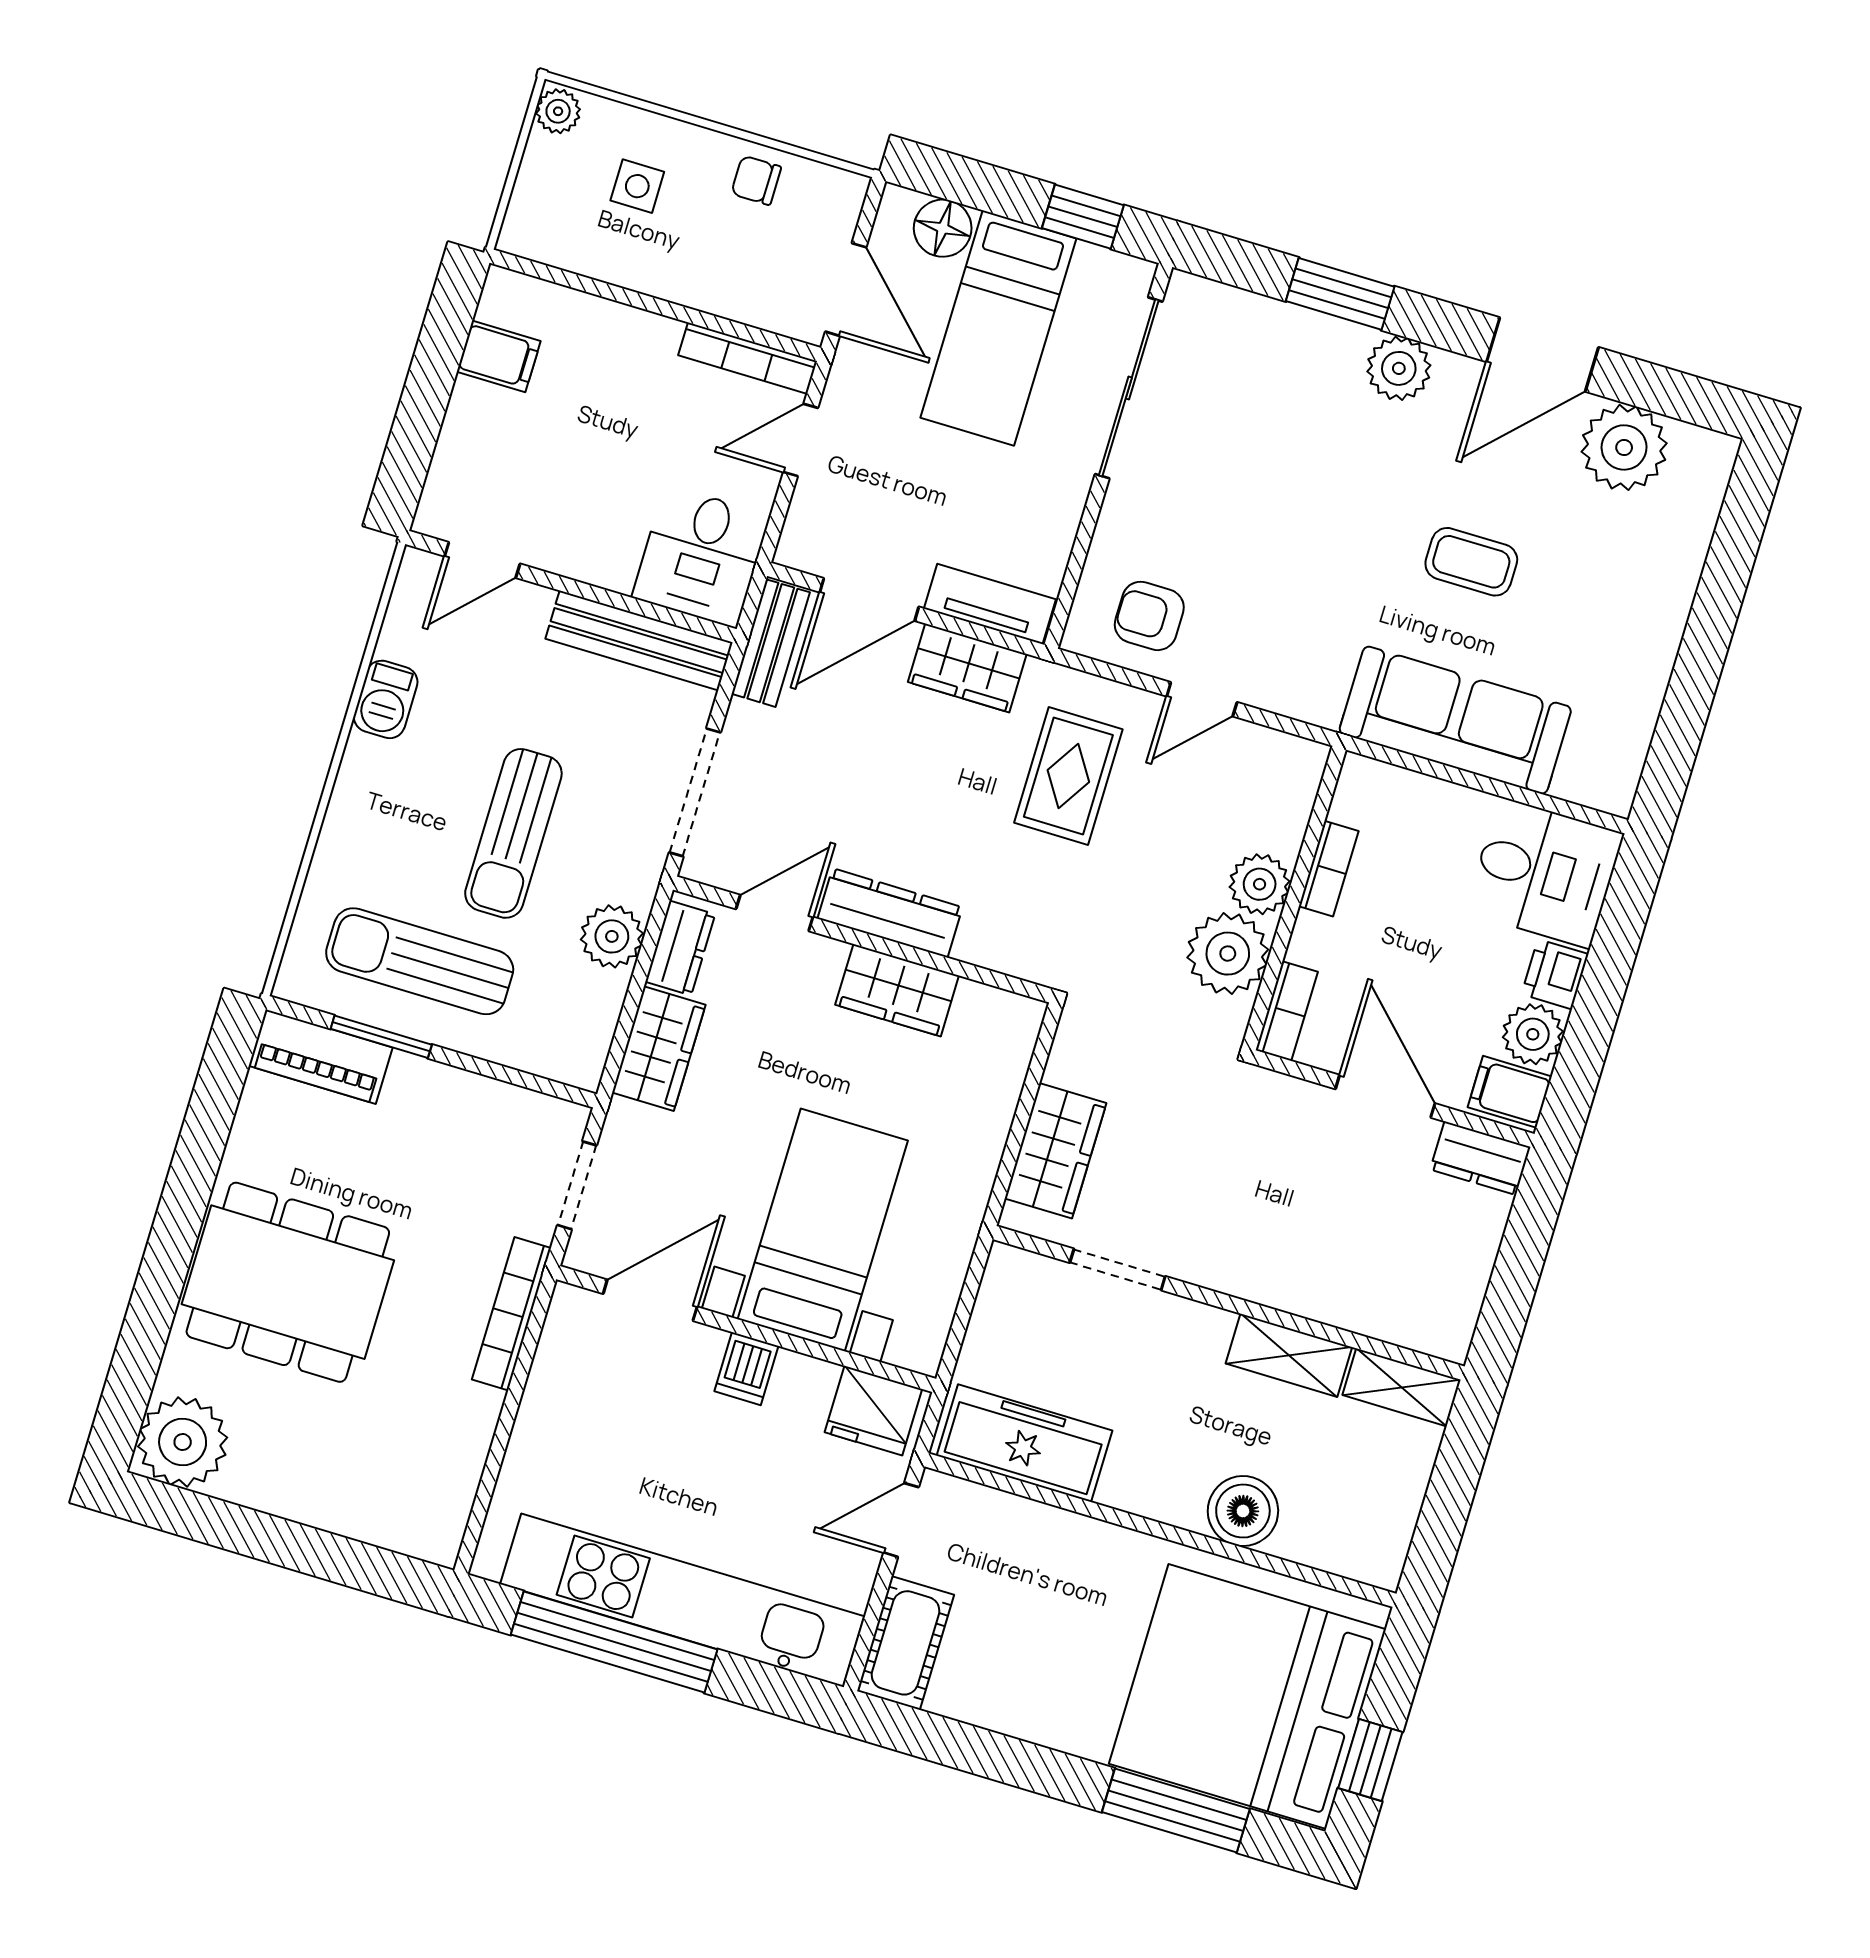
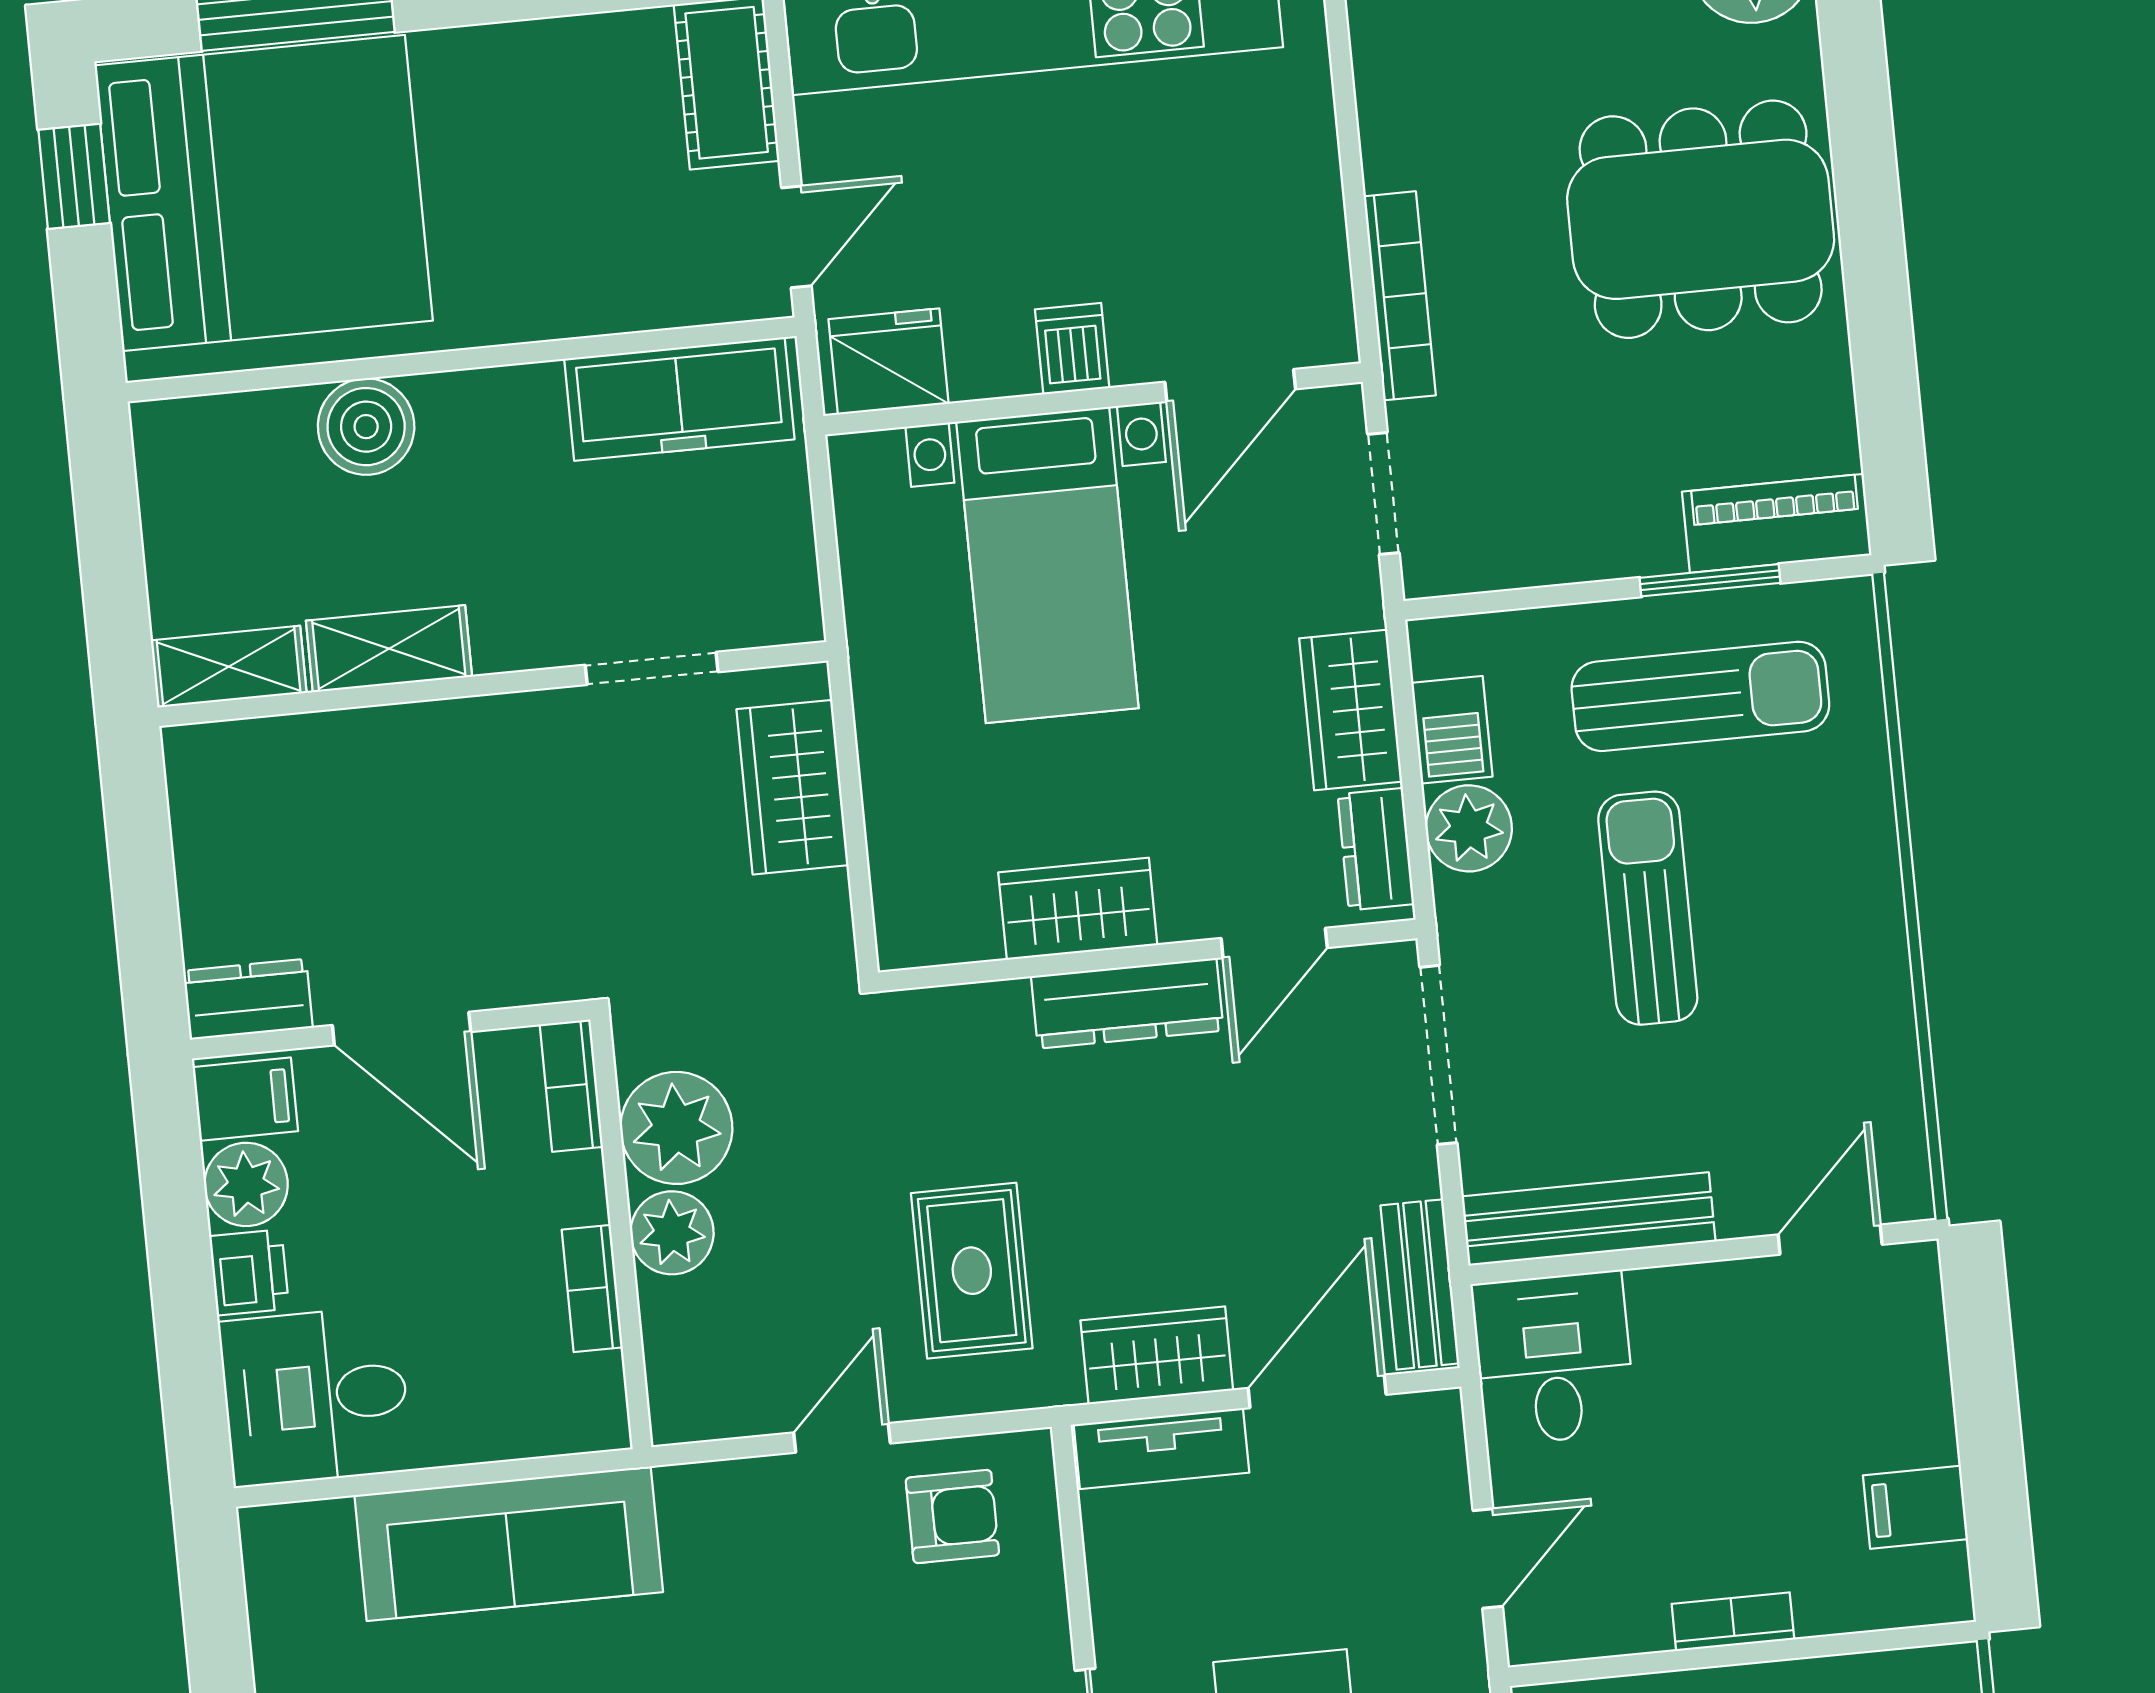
bookcase: (748, 358) -> (1733, 1622), moved, width x0.64
barbecue: (386, 699) -> (1452, 730), moved, turned 180

